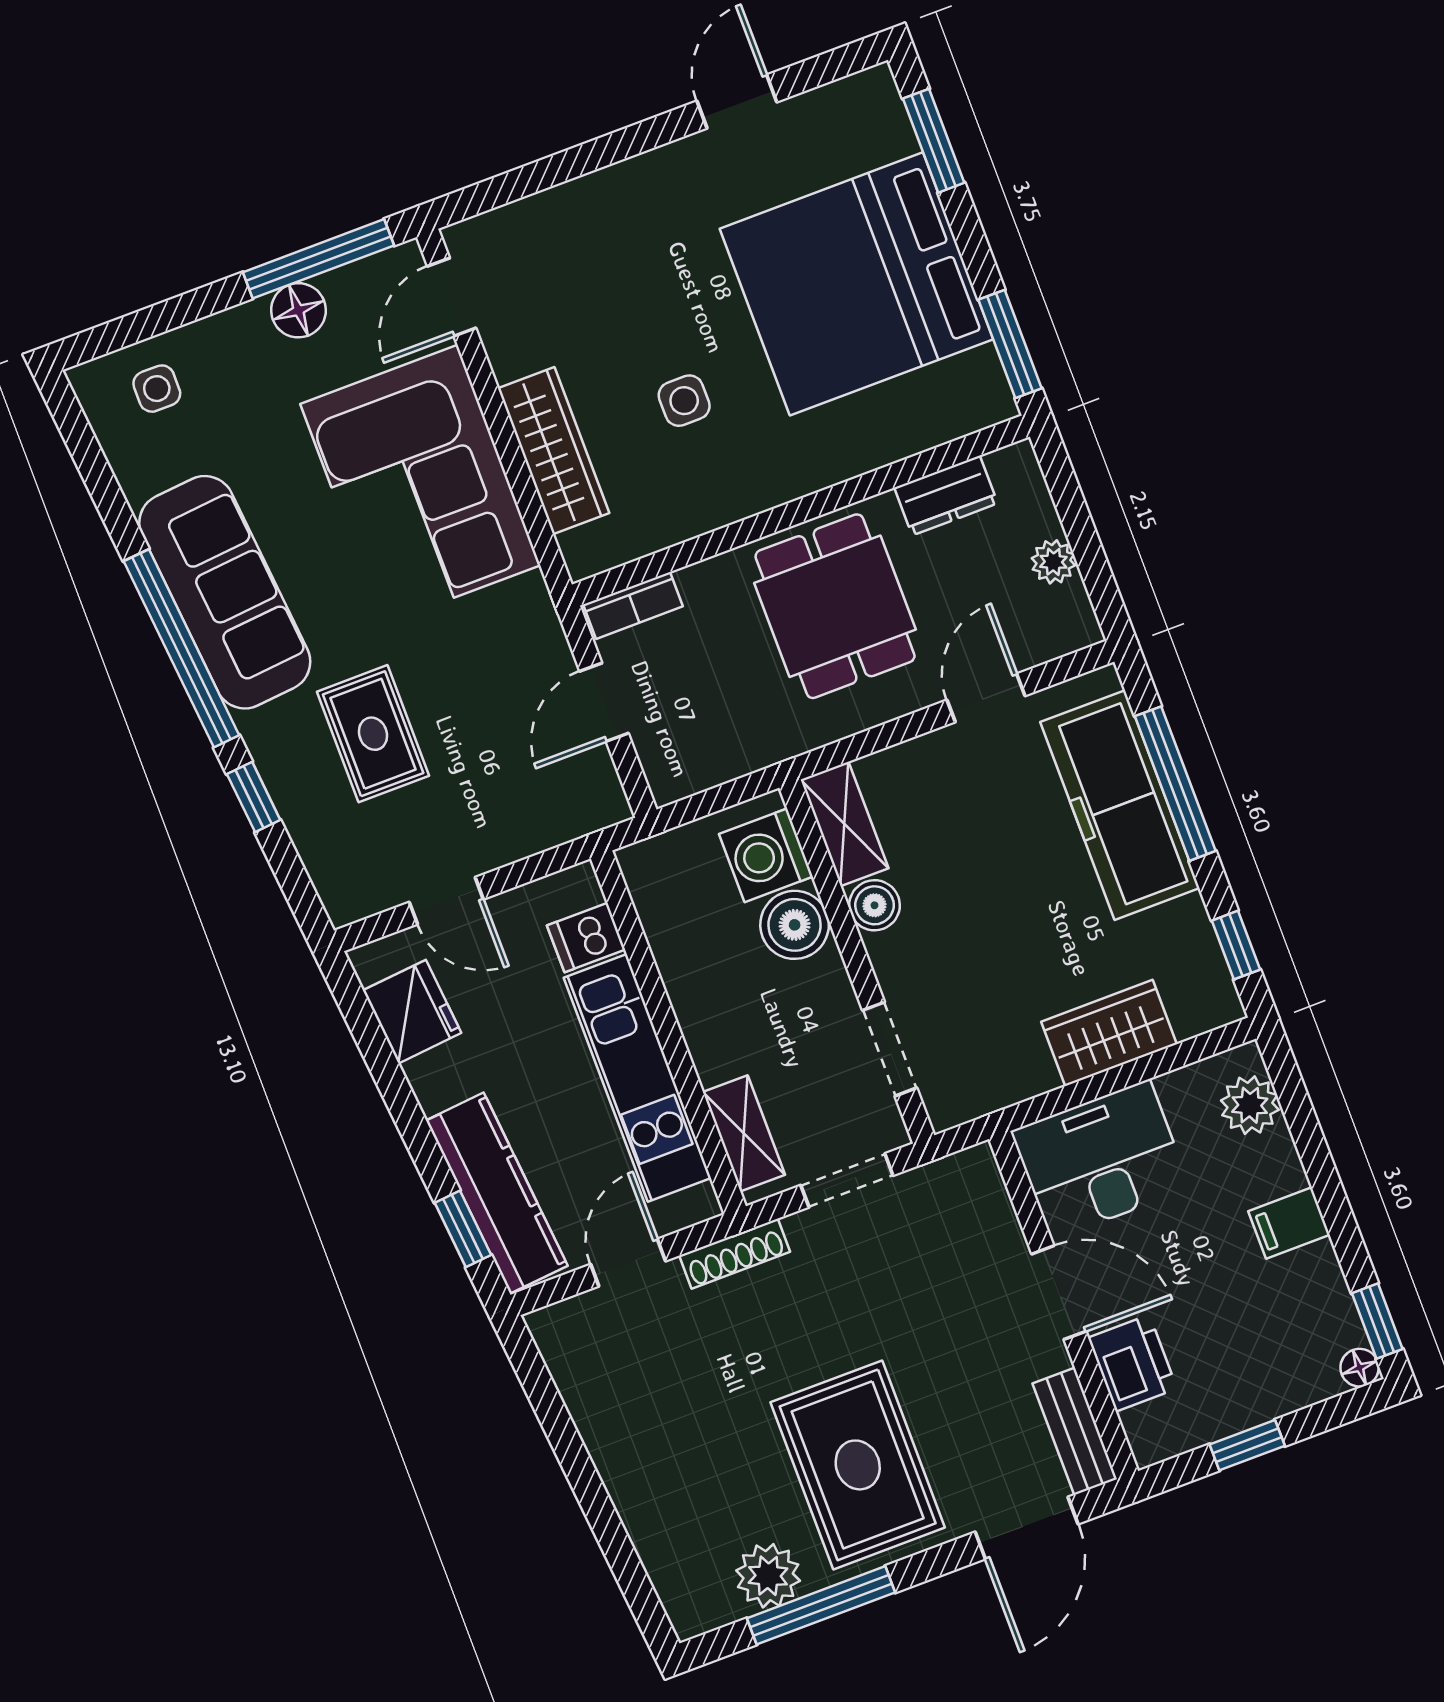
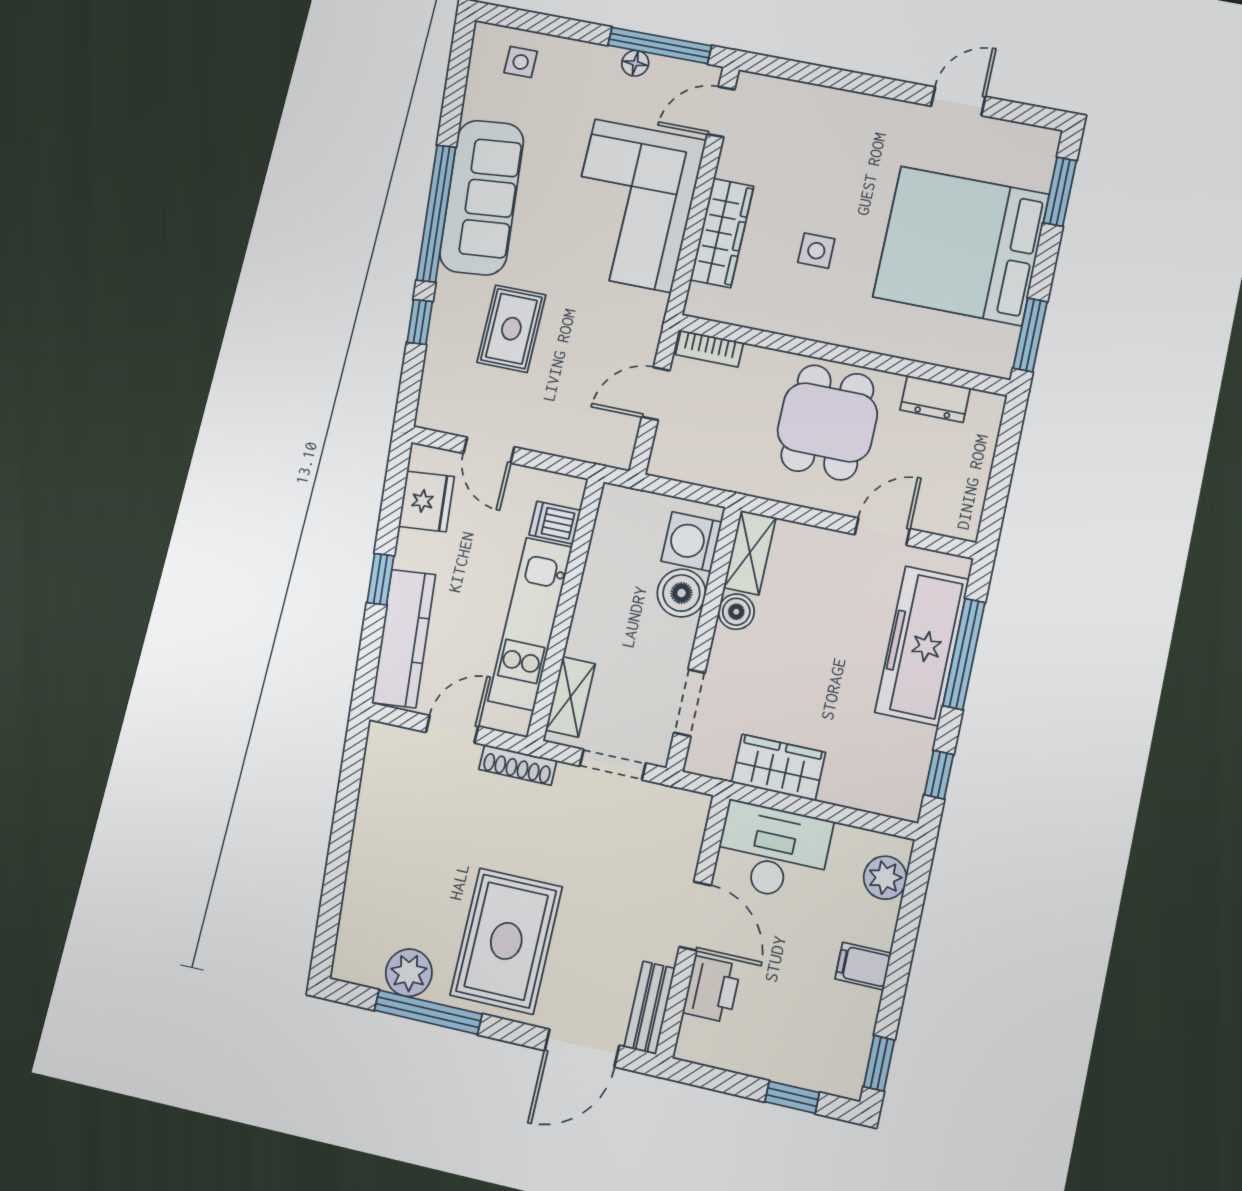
floor lamp: (298, 310) -> (635, 63), width x0.73, depth x0.73
plant: (1053, 562) -> (974, 477), removed
wardrobe: (1109, 1033) -> (779, 767), moved
window: (463, 1229) -> (380, 579), moved
floor lamp: (1360, 1368) -> (849, 1085), removed
window: (1247, 1445) -> (792, 1097), moved

